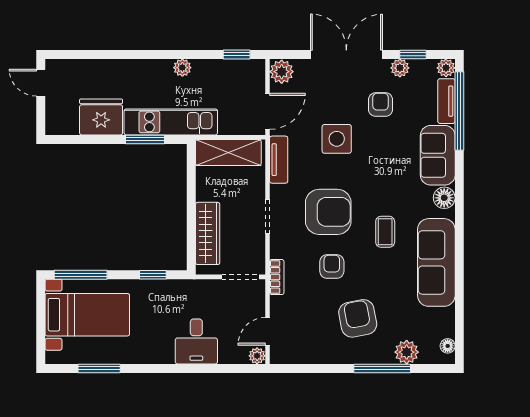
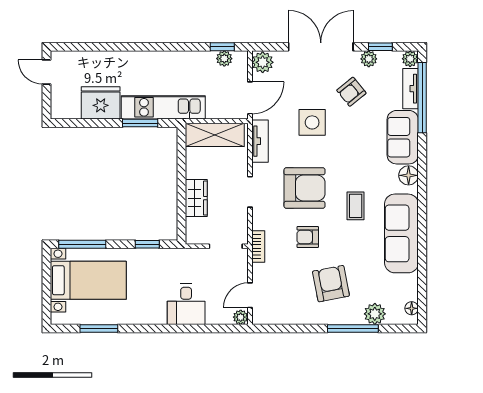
plant: (182, 68) -> (224, 59), moved
armchair: (381, 105) -> (351, 92), turned -129
wardrobe: (208, 233) -> (196, 198), width x0.67
armchair: (332, 266) -> (308, 237), turned -90

